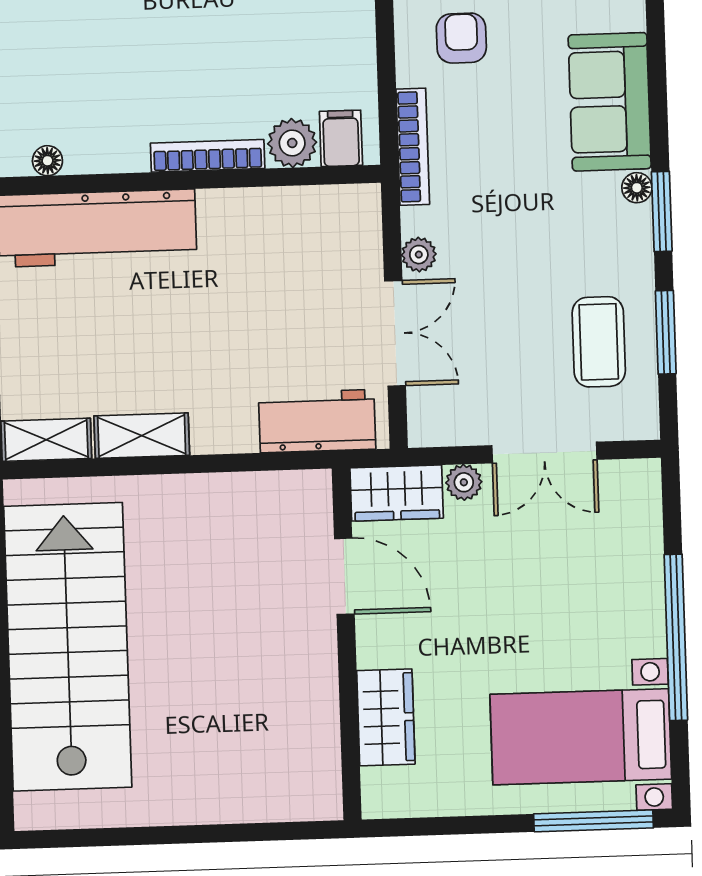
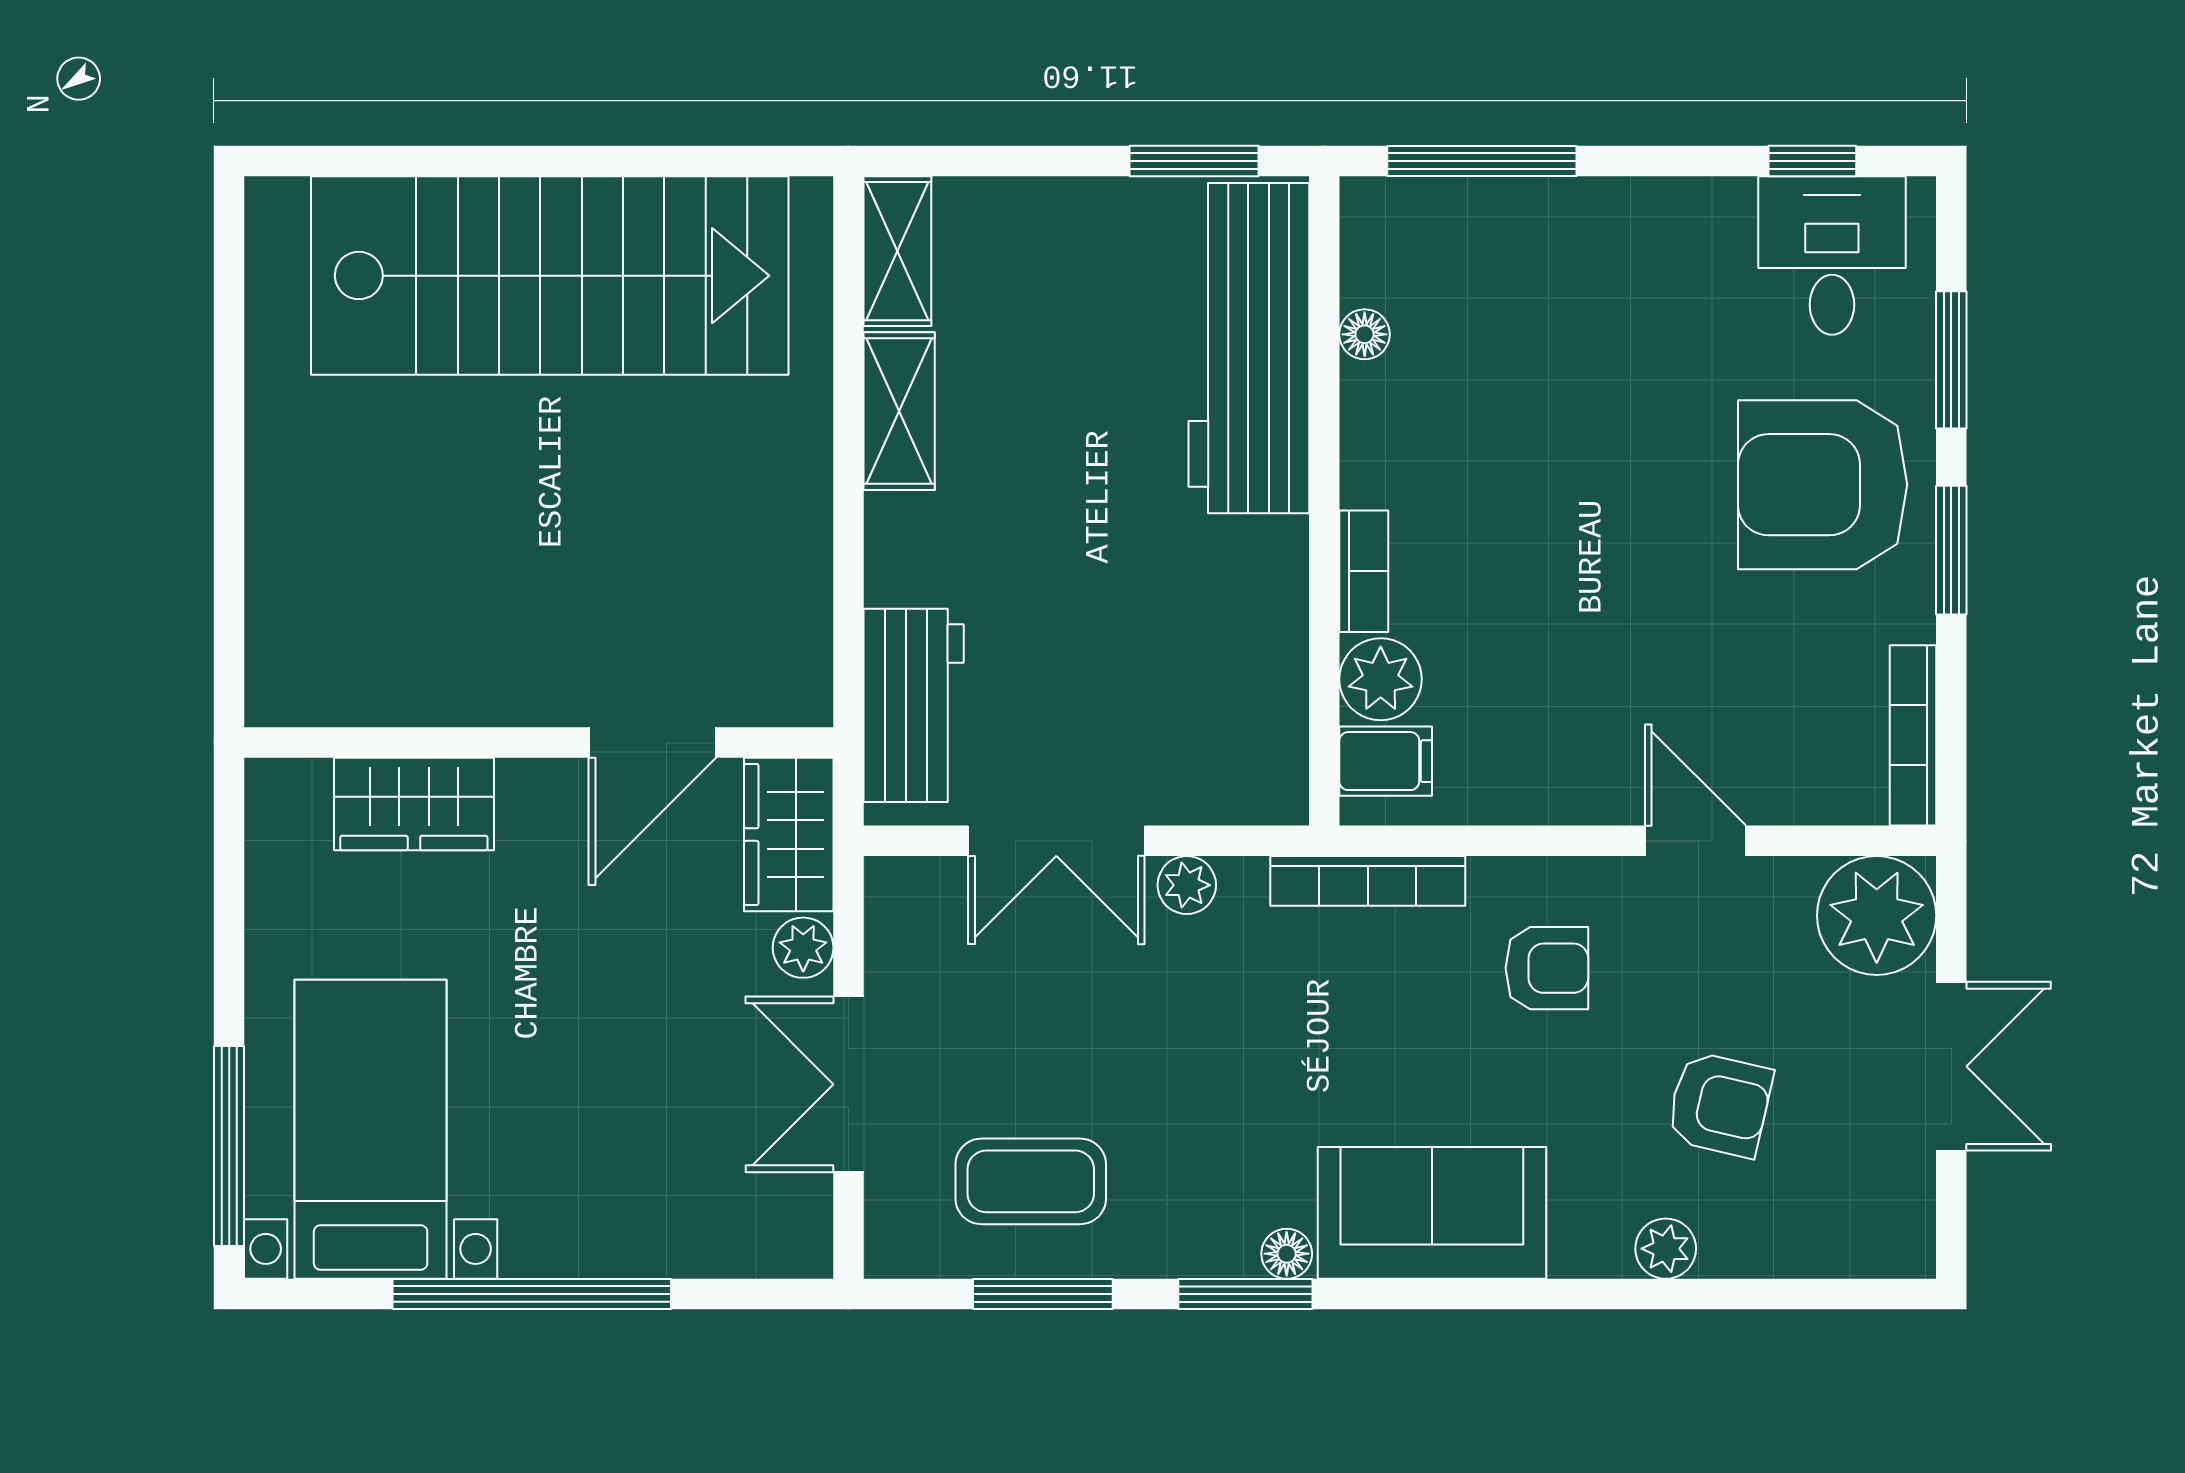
bookcase: (208, 156) -> (1364, 571), width x0.64
floor lamp: (47, 161) -> (1365, 334), moved

